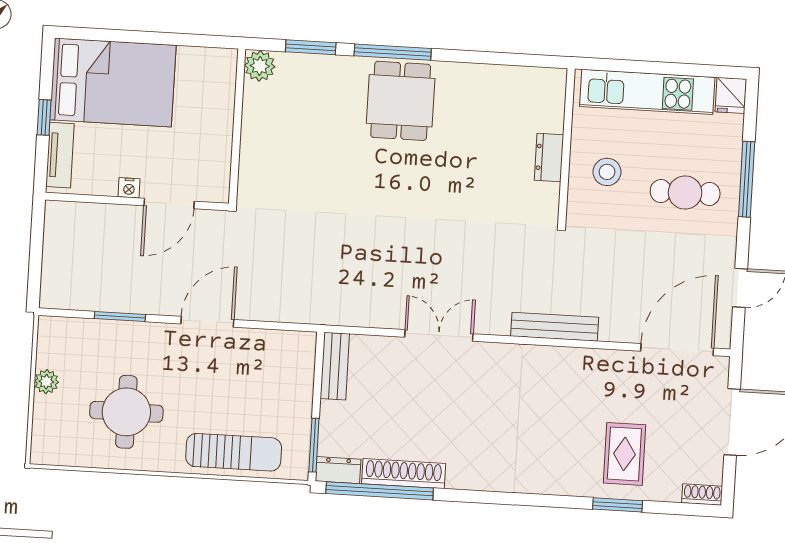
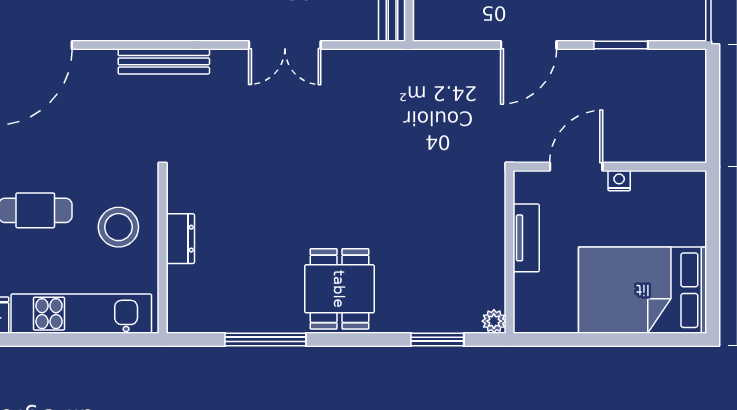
window: (393, 52) -> (265, 339), moved
plant: (260, 66) -> (494, 321), width x0.73, depth x0.73
window: (44, 117) -> (713, 249), removed
tv unit: (60, 155) -> (526, 238), moved, turned 180
stool: (607, 172) -> (118, 227), width x1.38, depth x1.38

